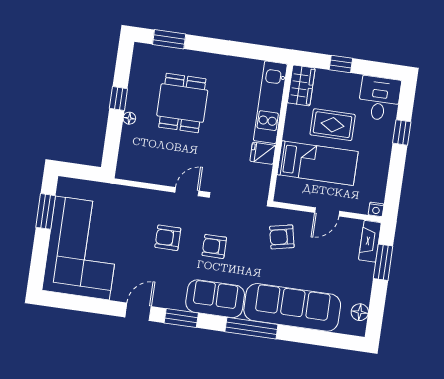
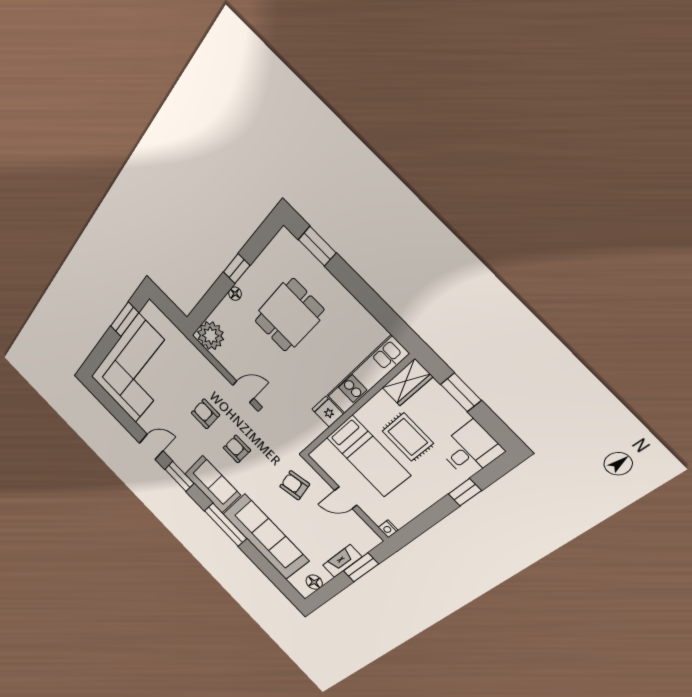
window: (341, 64) -> (461, 392), width x1.50
plant: (130, 167) -> (211, 336), added
fireplace: (370, 241) -> (342, 561), moved

